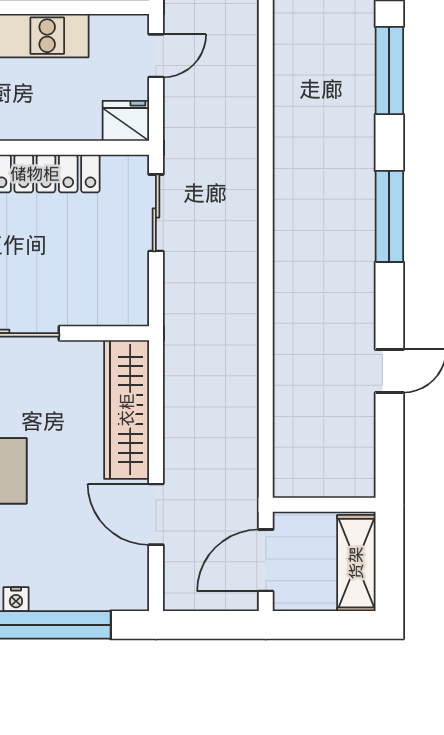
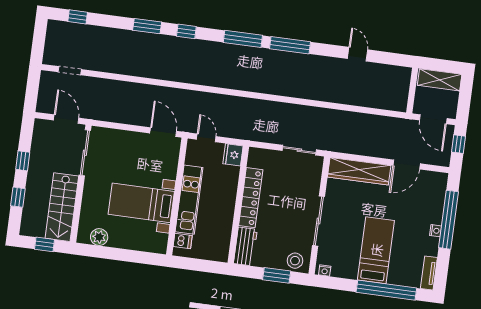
window: (389, 71) -> (243, 39), moved
sliding door: (156, 213) -> (299, 150), moved
window: (217, 625) -> (459, 144), added

